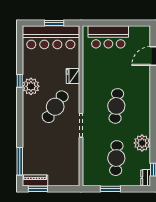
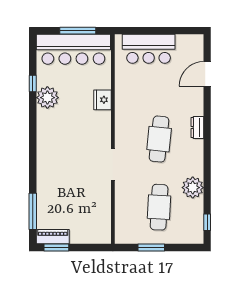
window: (54, 23) -> (78, 31), width x1.44
window: (20, 81) -> (33, 84), moved
plant: (31, 86) -> (47, 98), moved
cafe table: (55, 107) -> (79, 140), removed
dresser: (146, 178) -> (197, 127), moved

